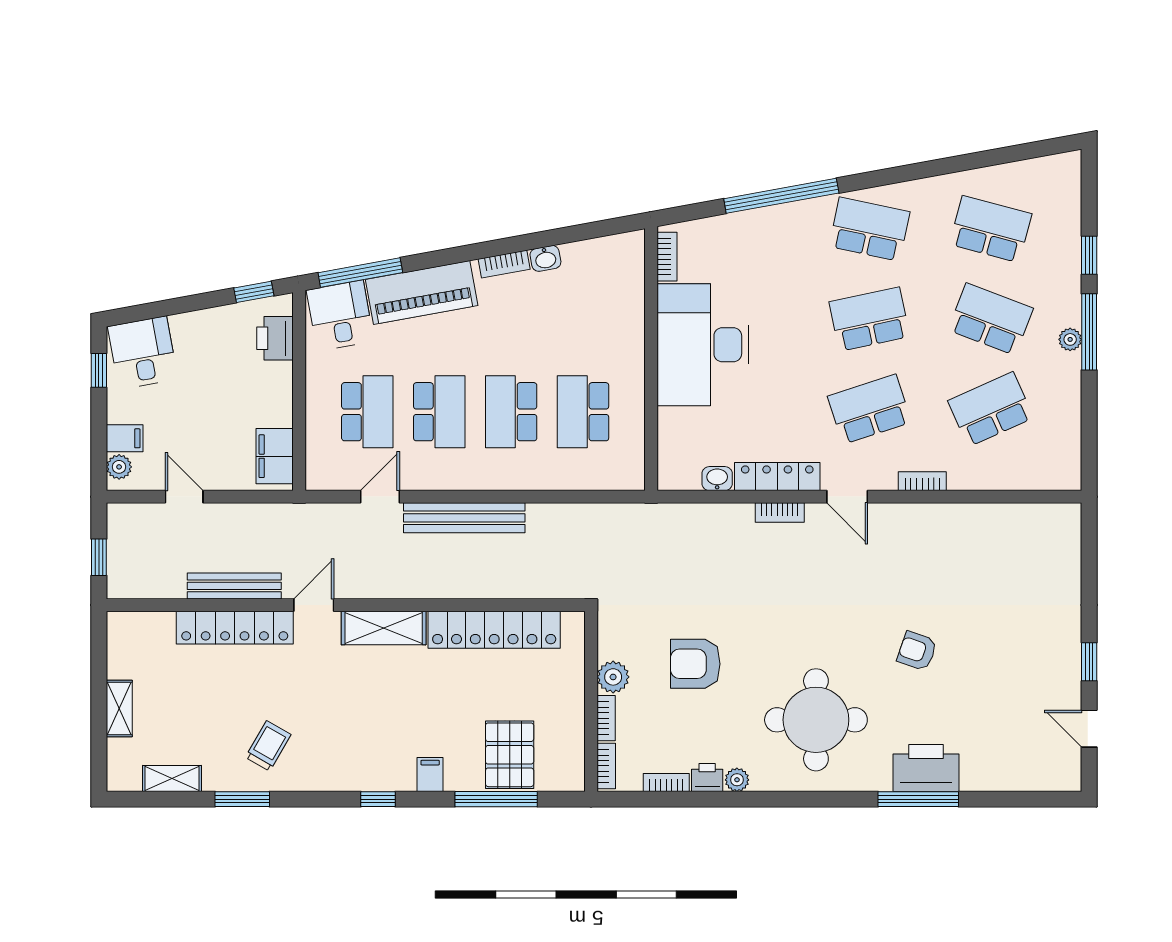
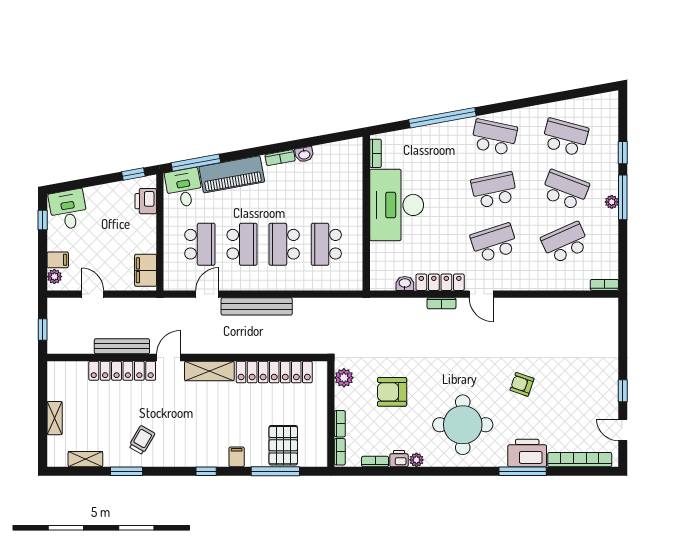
bookcase: (922, 481) -> (604, 285), moved
plant: (613, 677) -> (344, 378), moved
bookcase: (1016, 779) -> (580, 460), added

